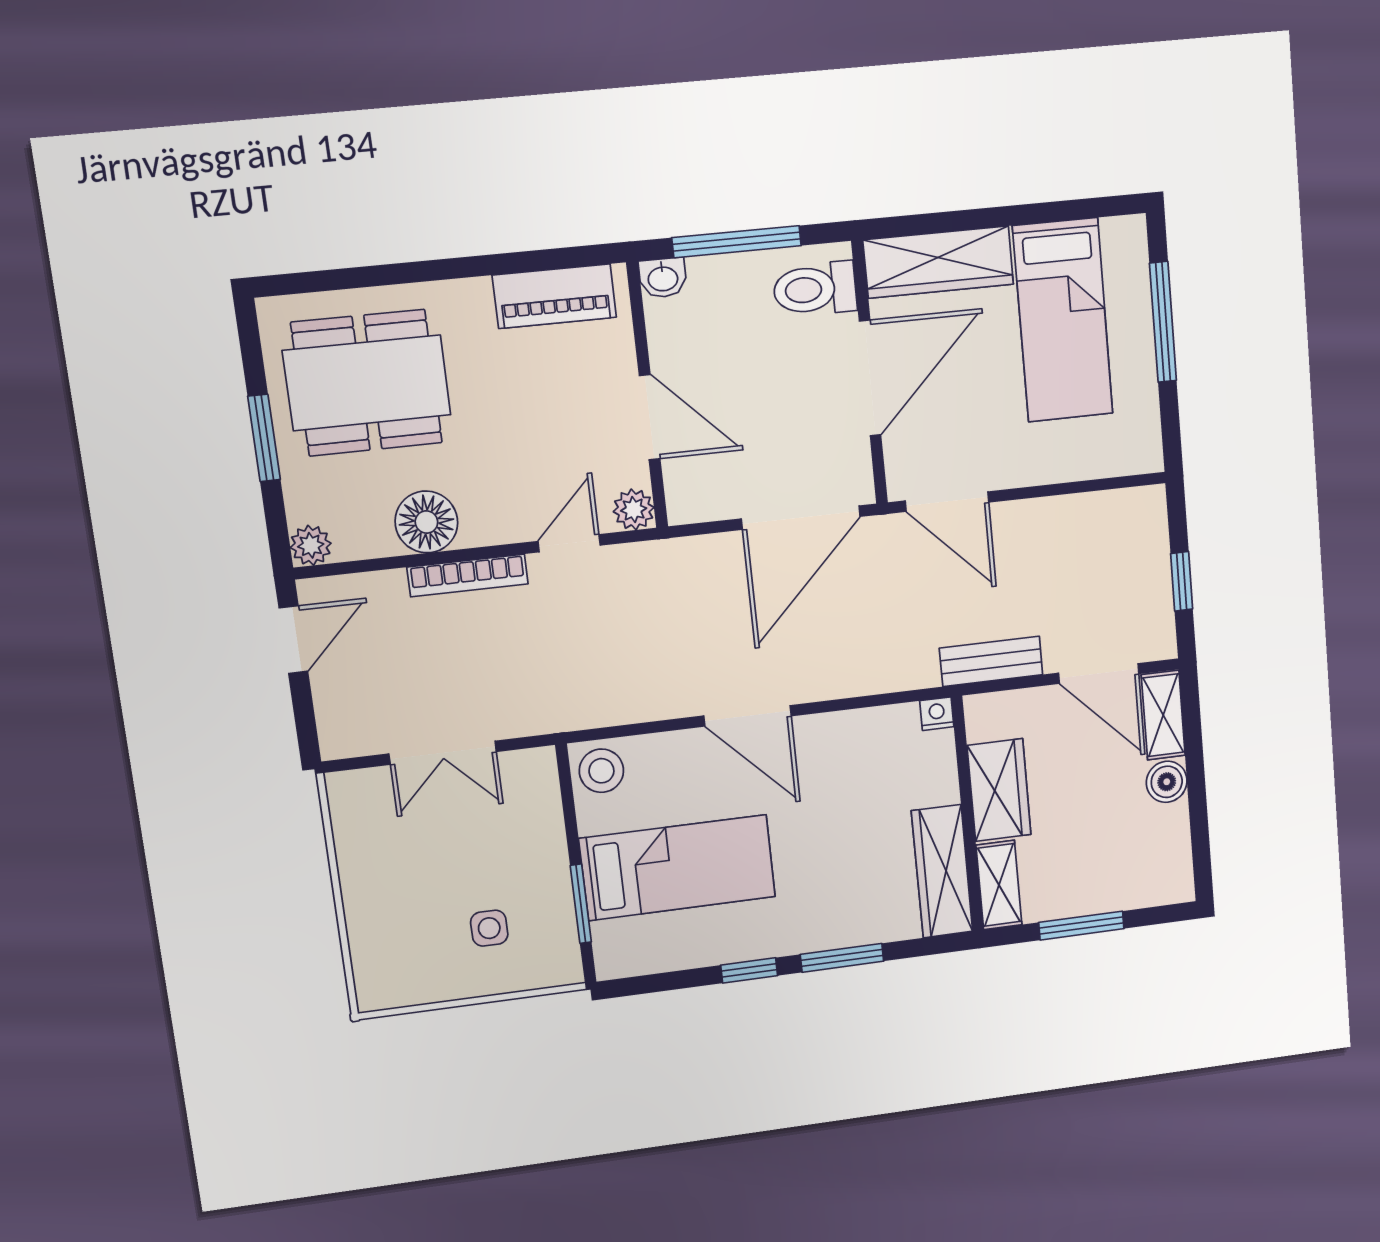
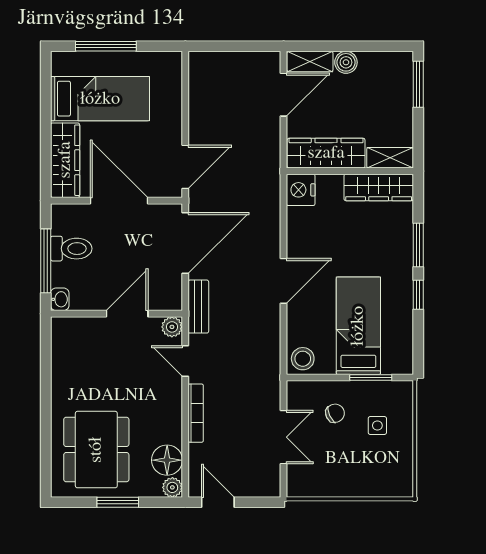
toilet: (815, 289) -> (71, 249), moved, turned -90
piano: (554, 296) -> (64, 353), removed
door: (801, 518) -> (185, 243), hinge flipped
floor lamp: (426, 522) -> (167, 460), moved
window: (1182, 581) -> (240, 46), removed
bench: (991, 661) -> (198, 307), moved
nightstand: (937, 714) -> (301, 190), width x1.89, depth x1.79
wardrobe: (999, 790) -> (326, 153), width x1.50
chair: (503, 845) -> (335, 413), added
window: (1081, 926) -> (418, 84), moved

